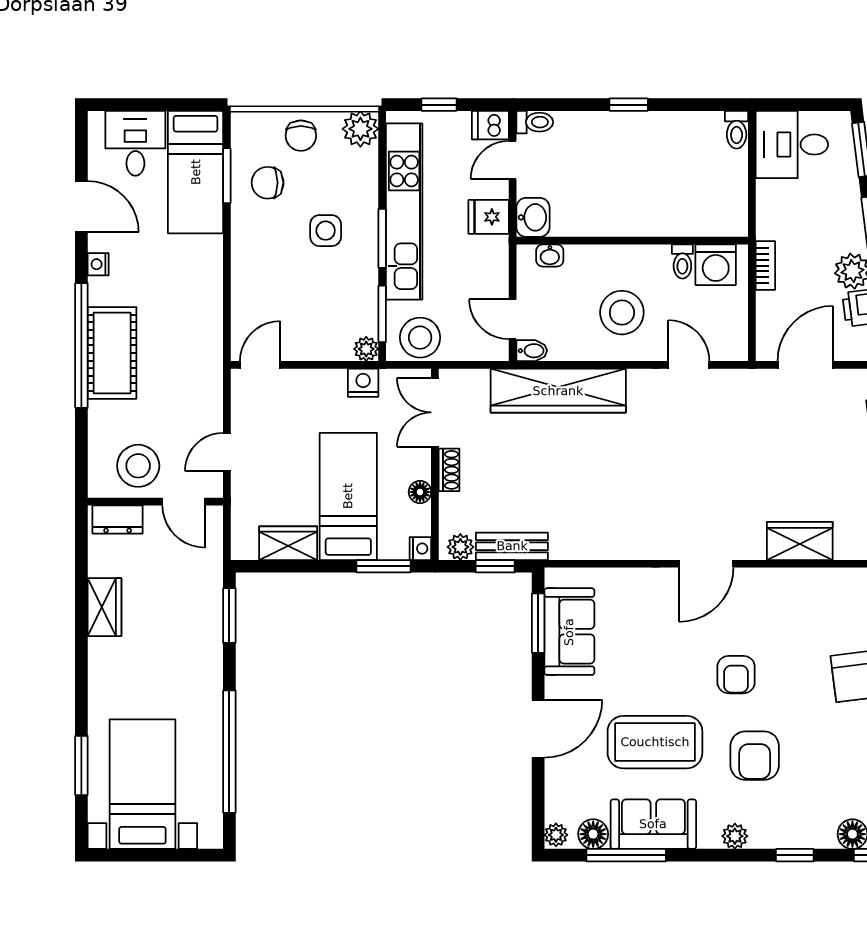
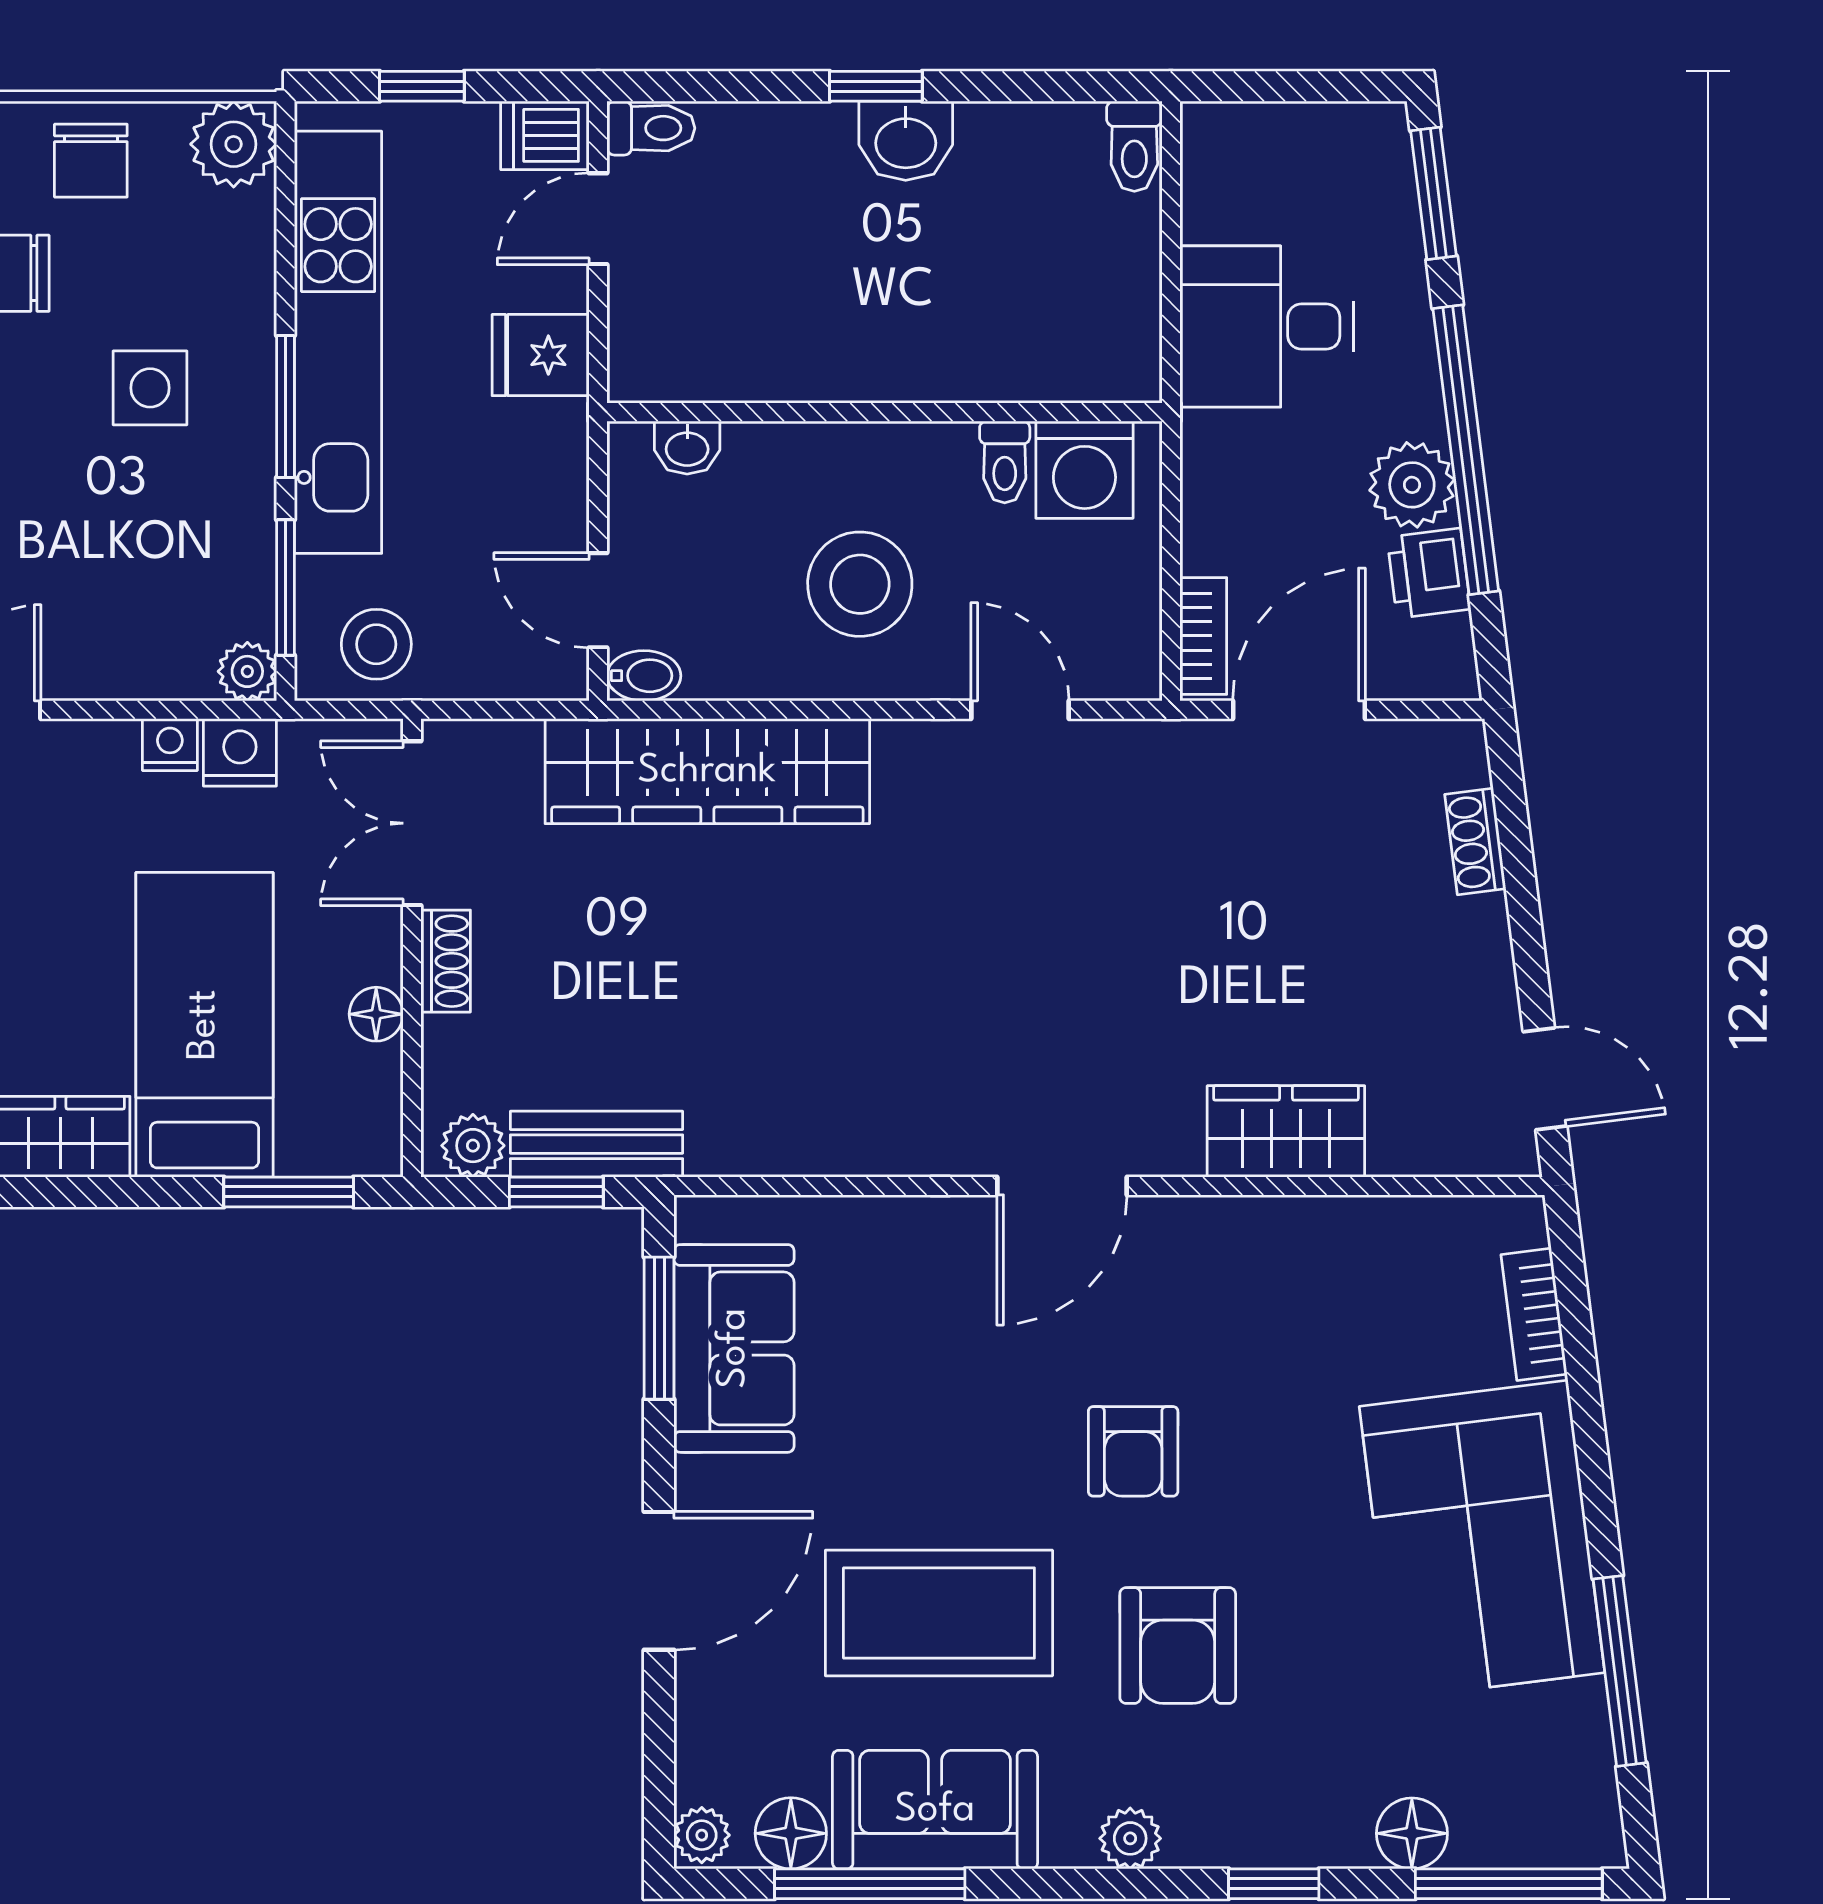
desk: (792, 145) -> (1267, 327), moved
washbasin: (533, 217) -> (906, 141), moved, turned 90
bookcase: (765, 266) -> (1203, 636), moved
stool: (420, 338) -> (376, 644), width x0.73, depth x0.73
nightstand: (420, 549) -> (170, 745), moved, turned -90

